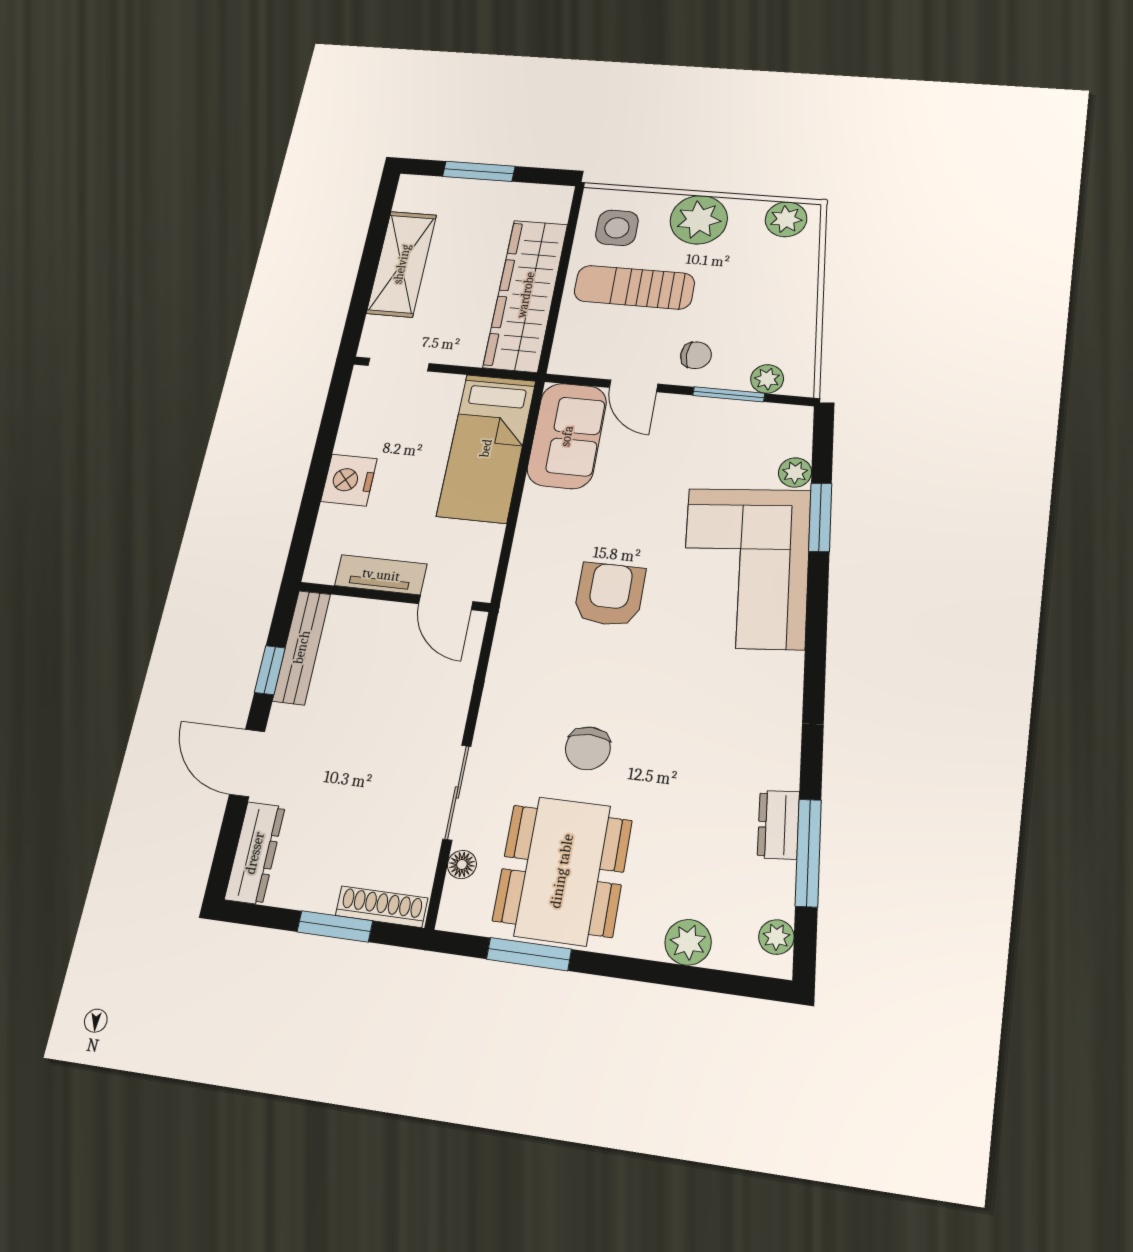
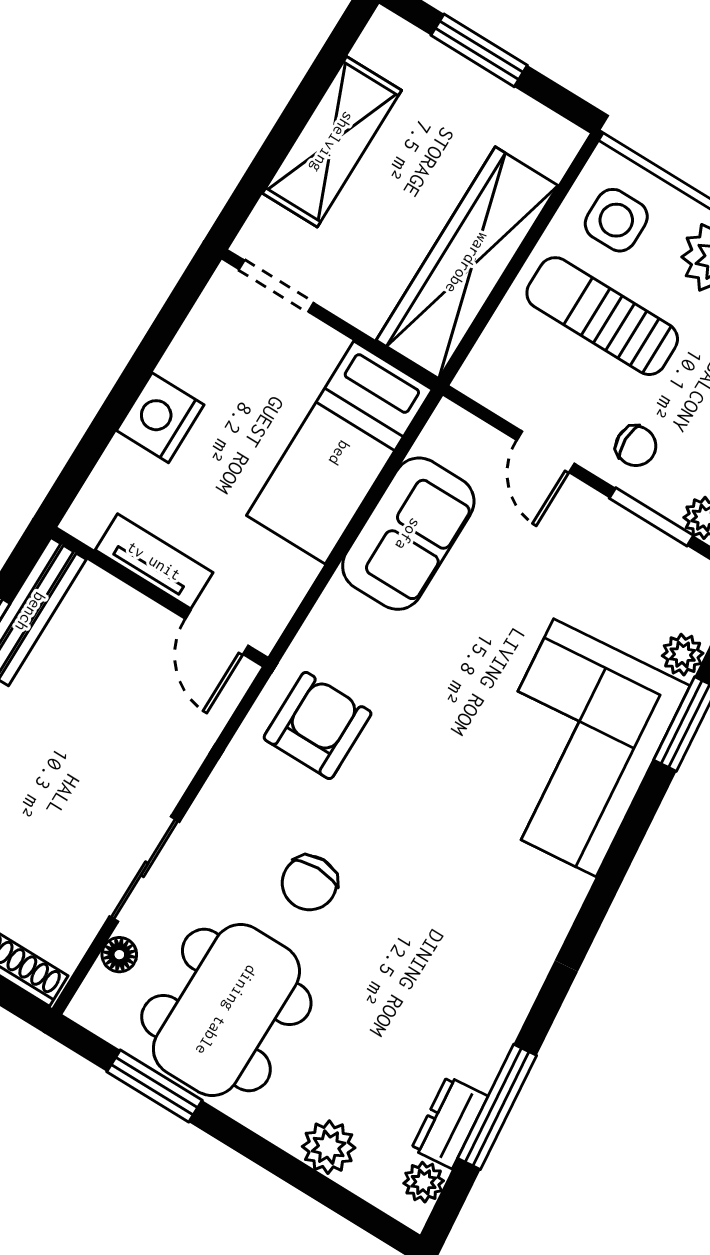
sofa: (567, 436) -> (408, 534), moved
armchair: (610, 594) -> (318, 726), moved
dresser: (778, 825) -> (450, 1123), moved

